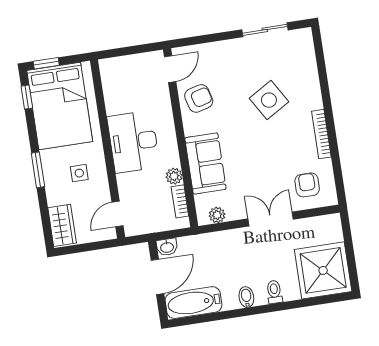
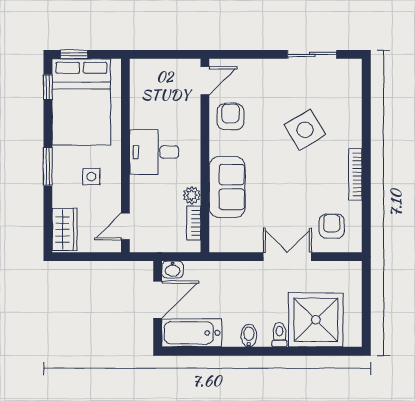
armchair: (199, 98) -> (231, 117), turned -75
desk: (133, 142) -> (154, 152), width x0.73
plant: (217, 215) -> (231, 244), removed
shower: (323, 270) -> (316, 320), moved

